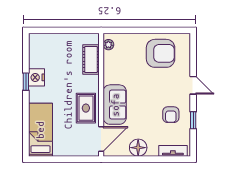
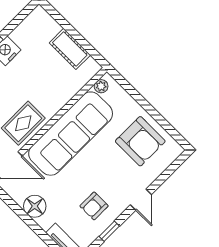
cot: (91, 60) -> (70, 49), moved, turned 90
sofa: (115, 105) -> (71, 134), width x1.85, depth x1.27

